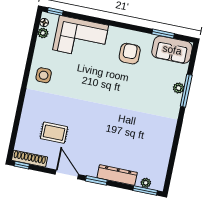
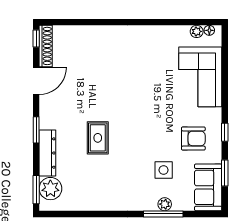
window: (55, 12) -> (225, 132), moved
side table: (44, 75) -> (164, 170), moved
rug: (54, 133) -> (98, 138), moved
door: (67, 174) -> (36, 81), moved
plant: (146, 183) -> (50, 189), width x1.88, depth x1.88

